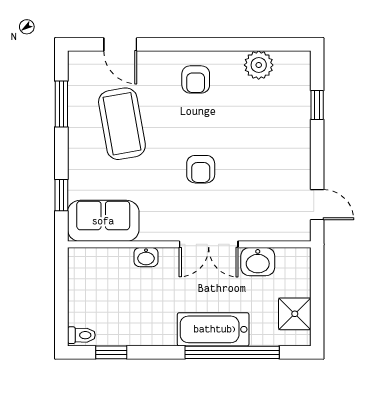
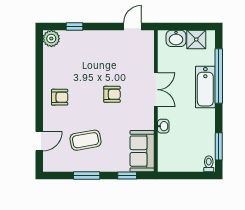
plant: (259, 65) -> (51, 39), moved
window: (61, 104) -> (87, 176), moved
coffee table: (122, 124) -> (85, 140), width x0.73, depth x0.76
washbasin: (258, 262) -> (176, 38), moved, turned 90
window: (111, 352) -> (219, 146), width x1.50

